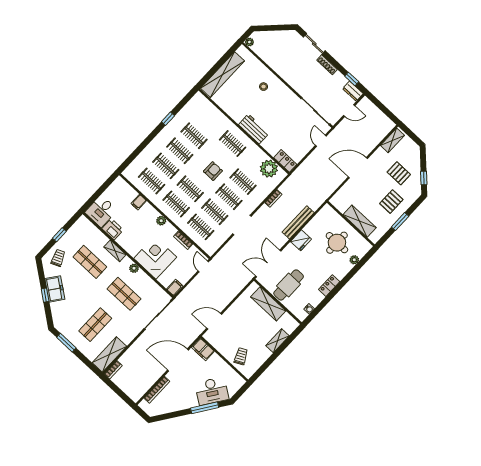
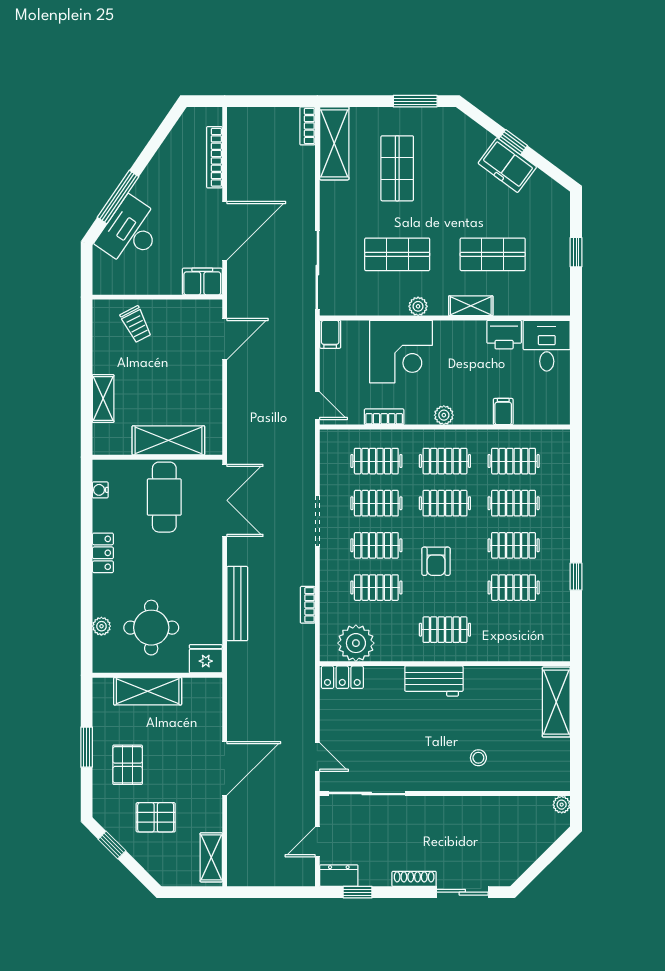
shelving: (222, 75) -> (556, 702), width x0.68
fridge: (301, 240) -> (206, 659), moved, turned 90
trolley: (58, 258) -> (546, 216), removed

